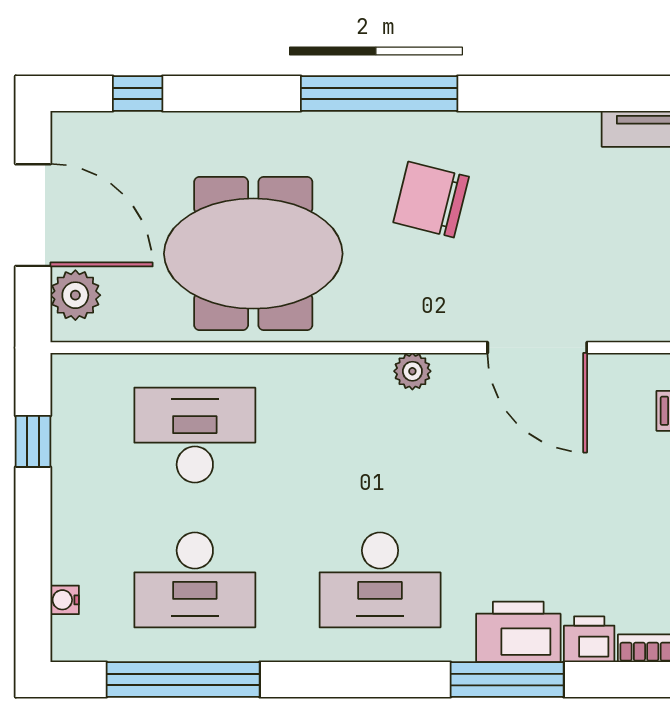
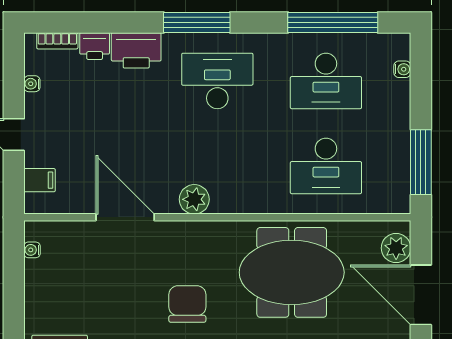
chair: (431, 200) -> (187, 304), turned -104
plant: (412, 371) -> (194, 199), width x1.38, depth x1.38
window: (33, 441) -> (421, 162), width x2.17
desk: (195, 580) -> (326, 81), turned 180
window: (507, 680) -> (197, 23), moved

